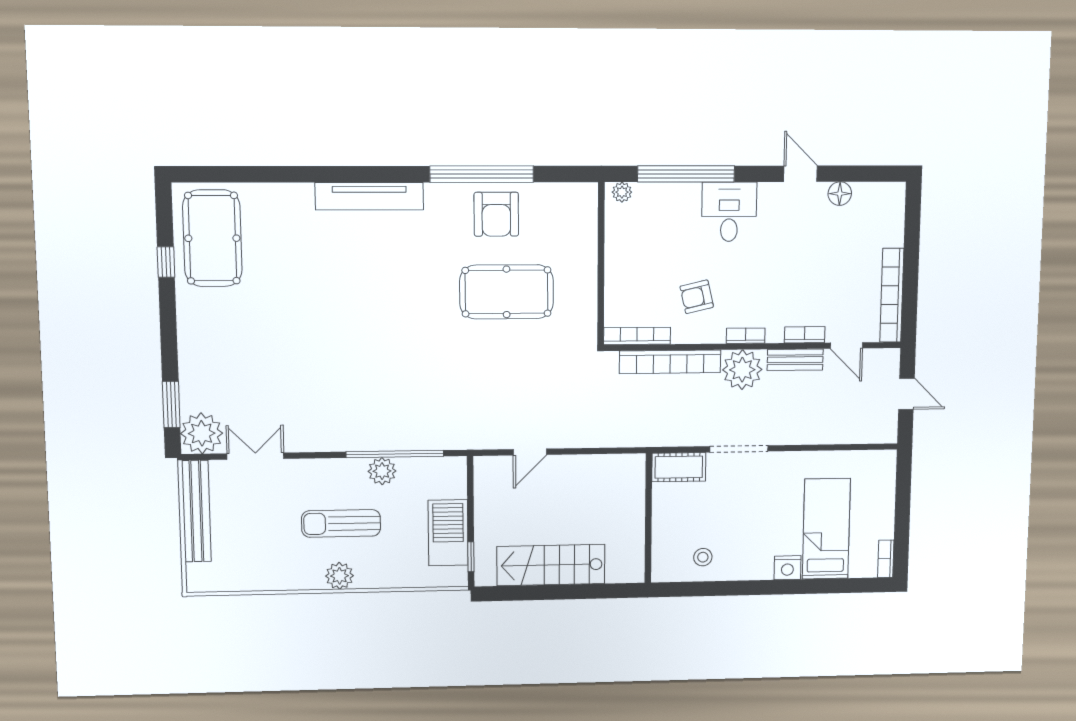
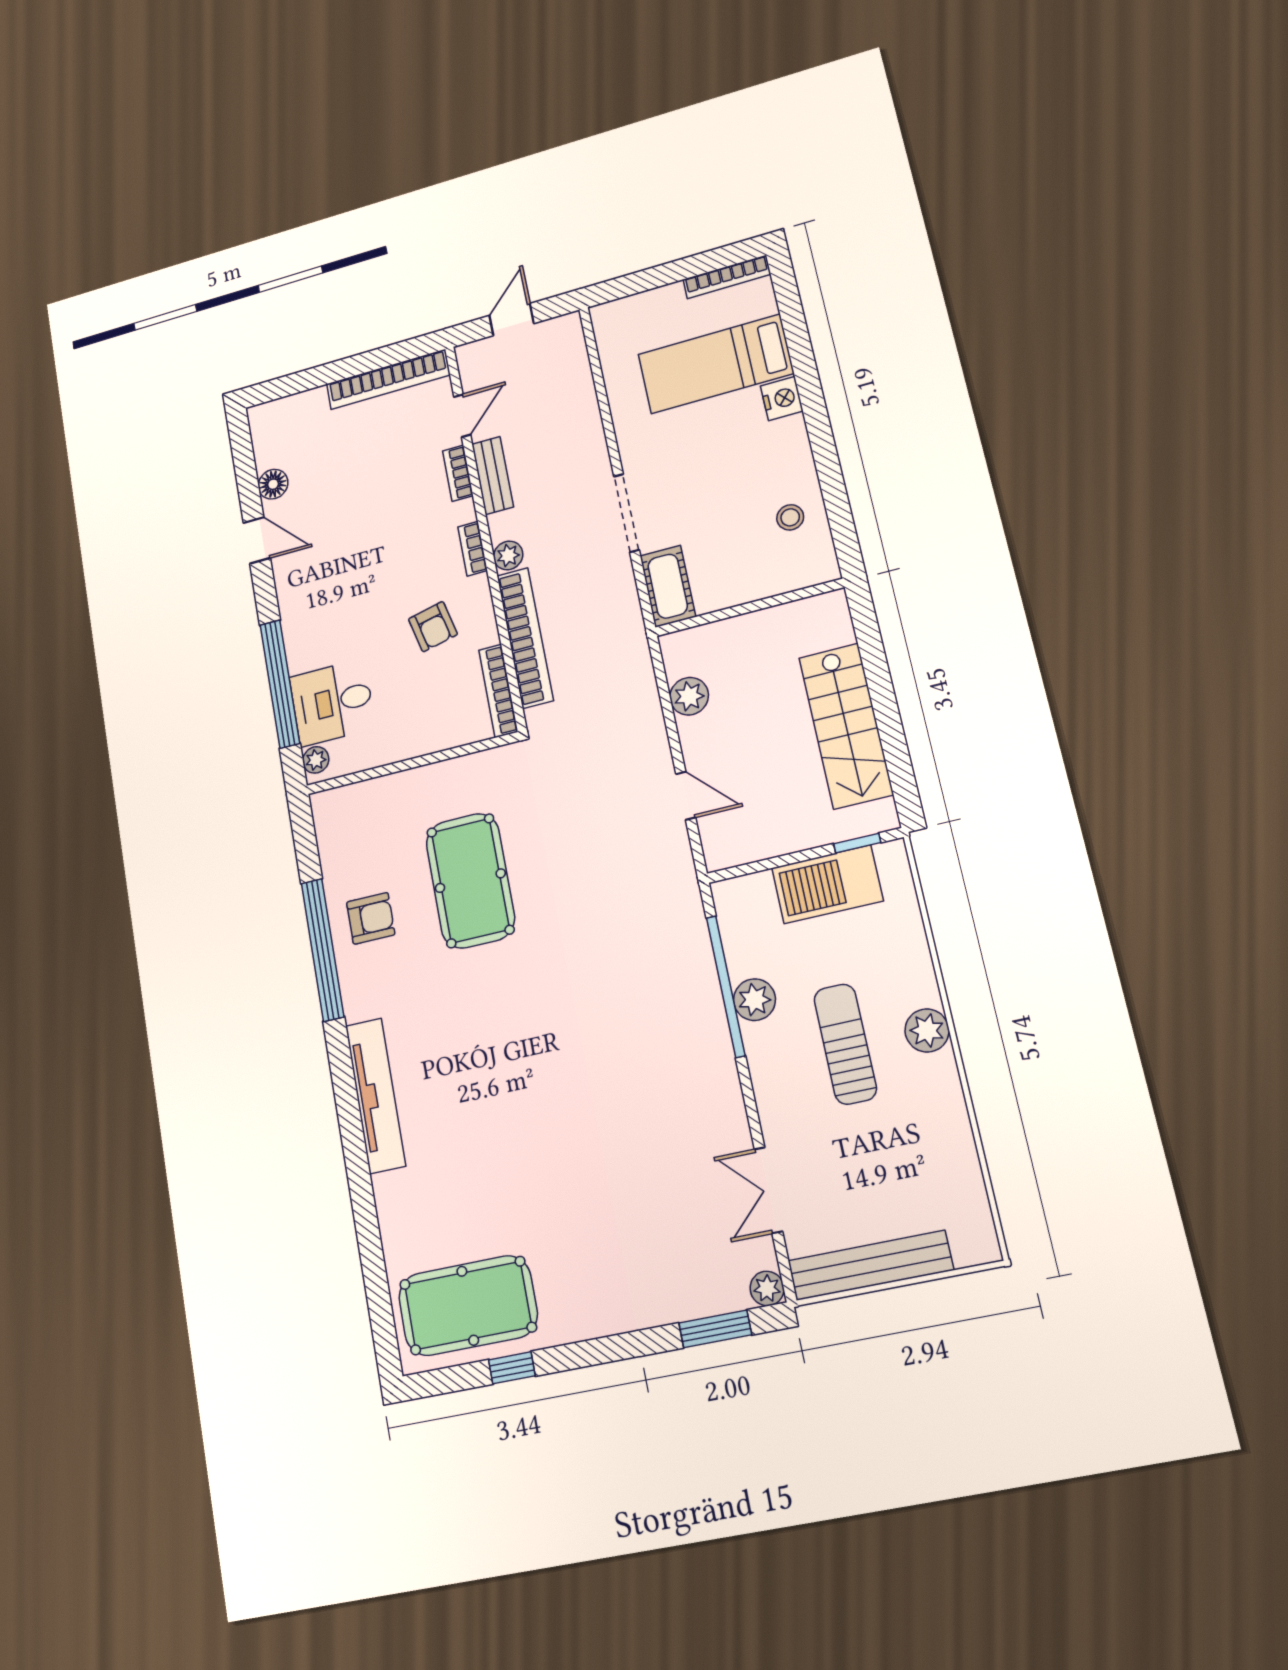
door: (800, 174) -> (257, 540), swing flipped
desk: (729, 212) -> (332, 702), moved
armchair: (496, 214) -> (371, 918), width x0.72, depth x0.72
plant: (742, 370) -> (508, 555), width x0.53, depth x0.53
plant: (202, 433) -> (767, 1288), width x0.53, depth x0.53
plant: (598, 467) -> (689, 696), added
sun lounger: (341, 523) -> (845, 1044), turned 180
bookcase: (886, 559) -> (727, 277), width x1.56

